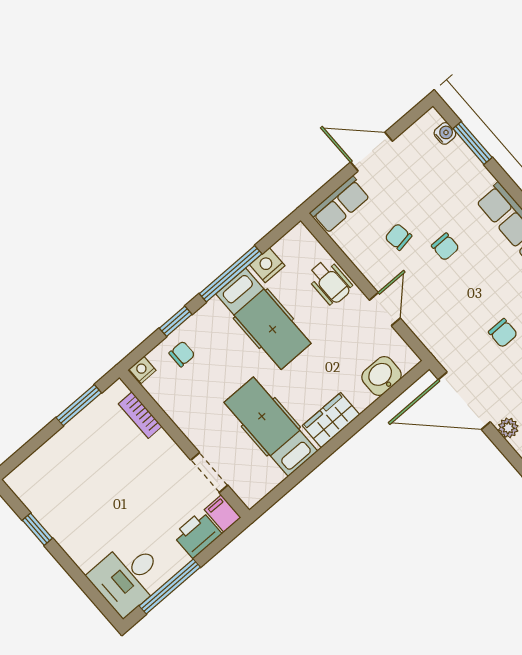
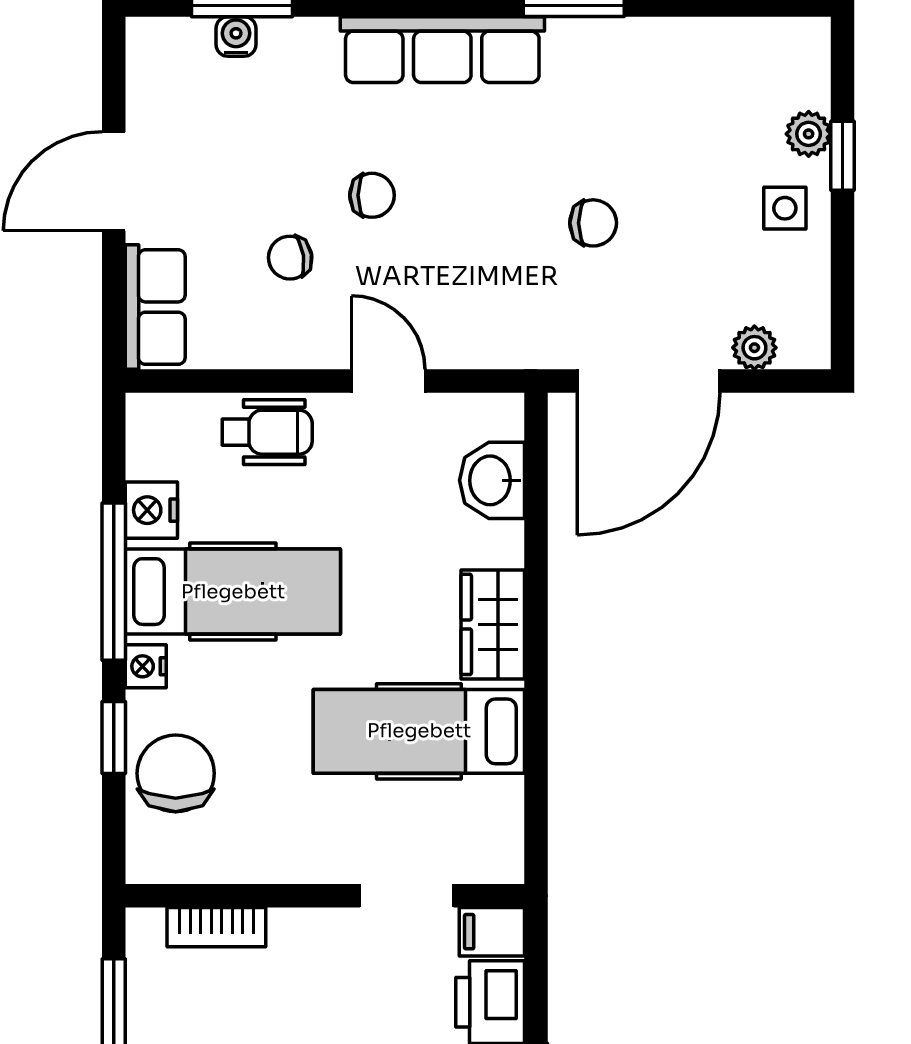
water cooler: (445, 133) -> (236, 36), moved
chair: (182, 354) -> (176, 773), width x1.87, depth x1.87
nightstand: (142, 370) -> (146, 666), moved

